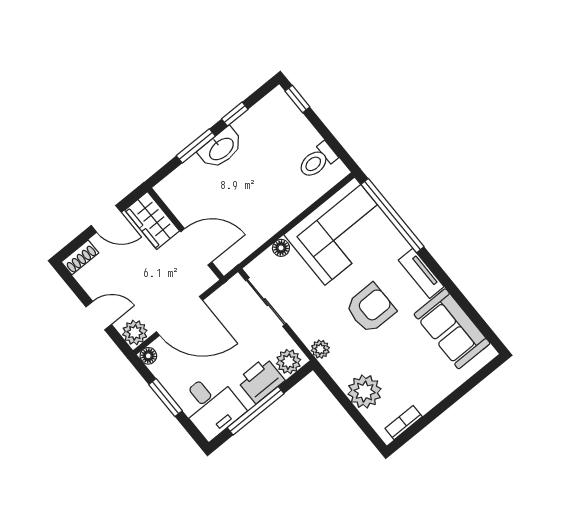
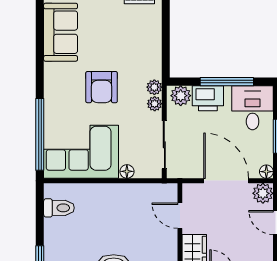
door: (196, 247) -> (180, 216), width x0.73
tv unit: (421, 273) -> (51, 83), removed
armchair: (370, 308) -> (102, 87), turned -90
plant: (365, 392) -> (155, 104), moved, width x0.53, depth x0.53

